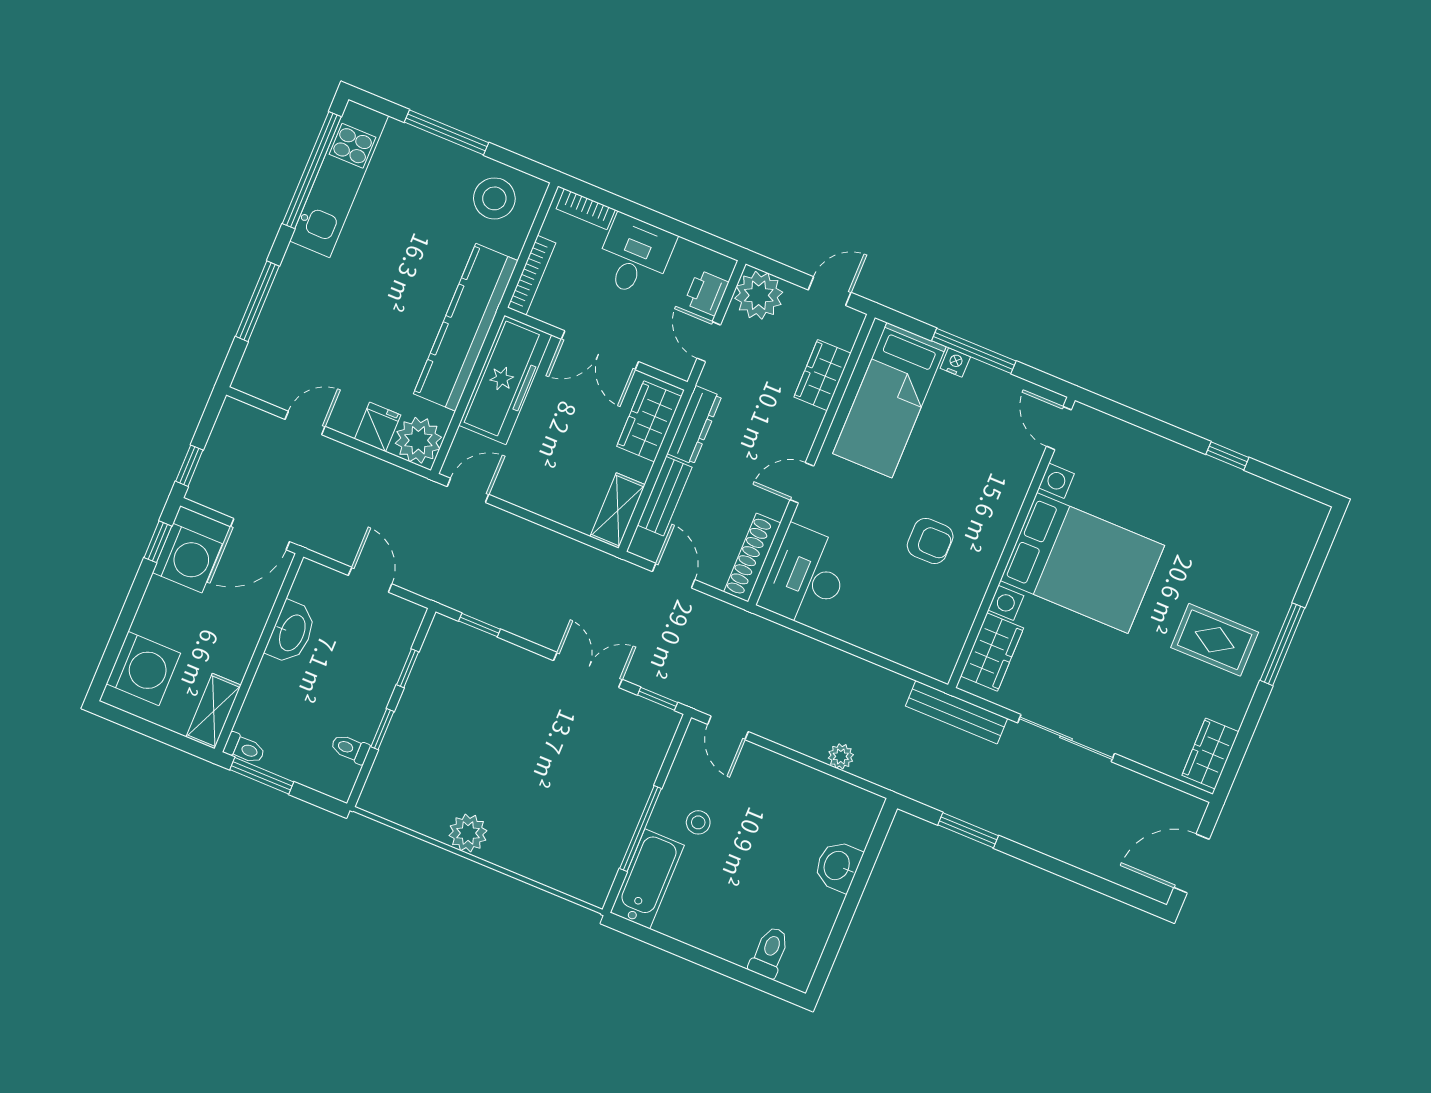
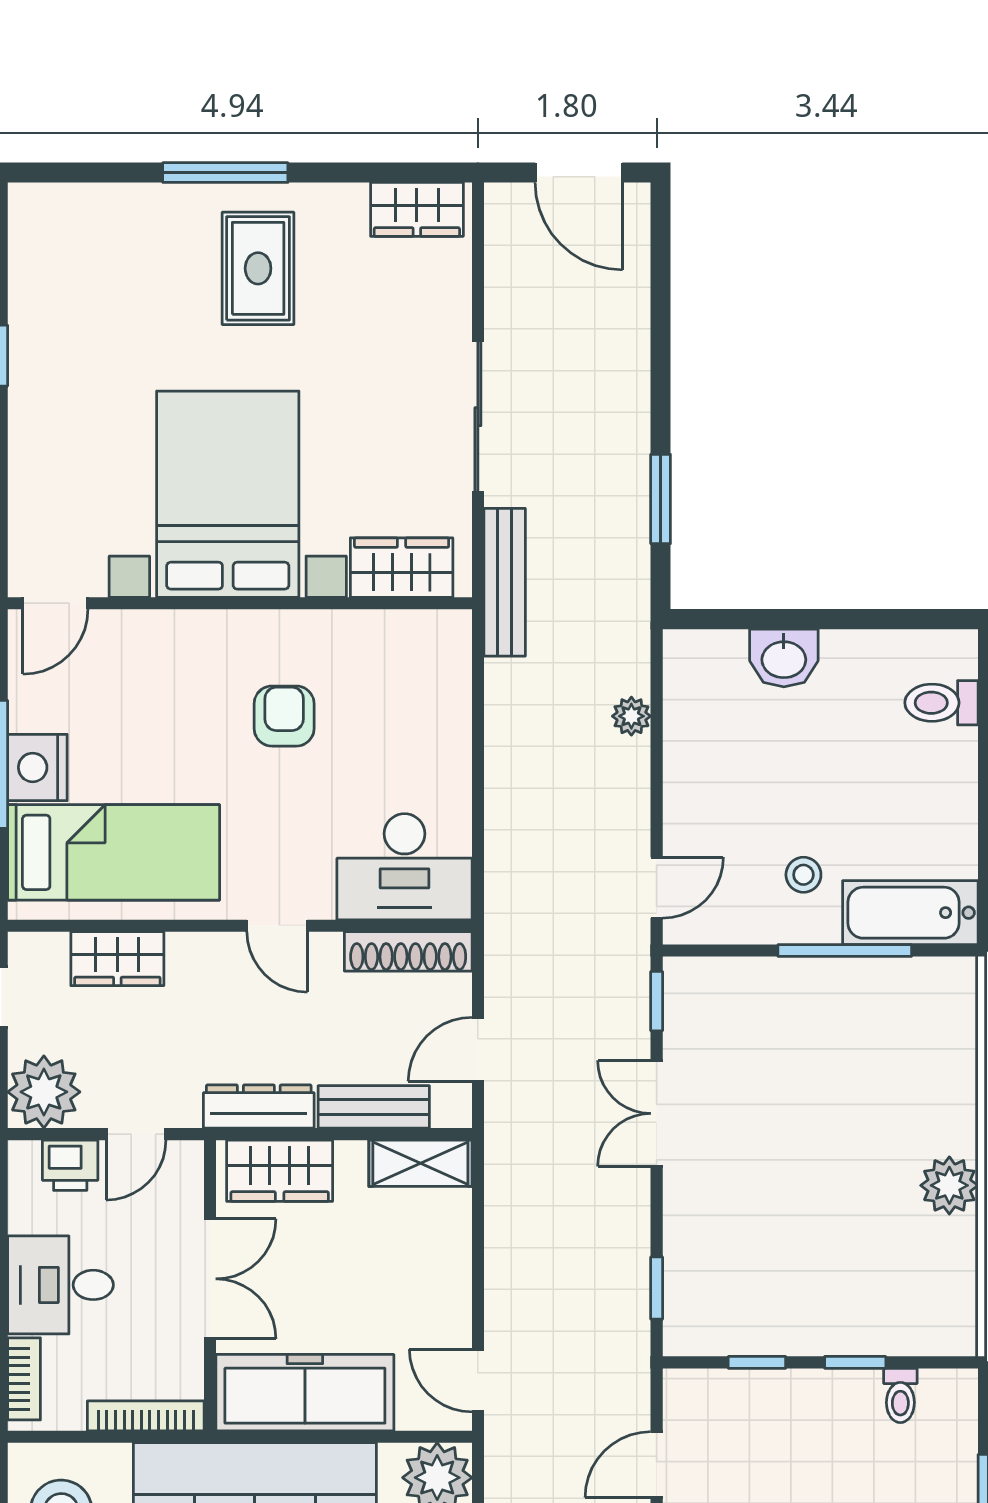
nightstand: (955, 362) -> (37, 767), width x1.89, depth x1.79

